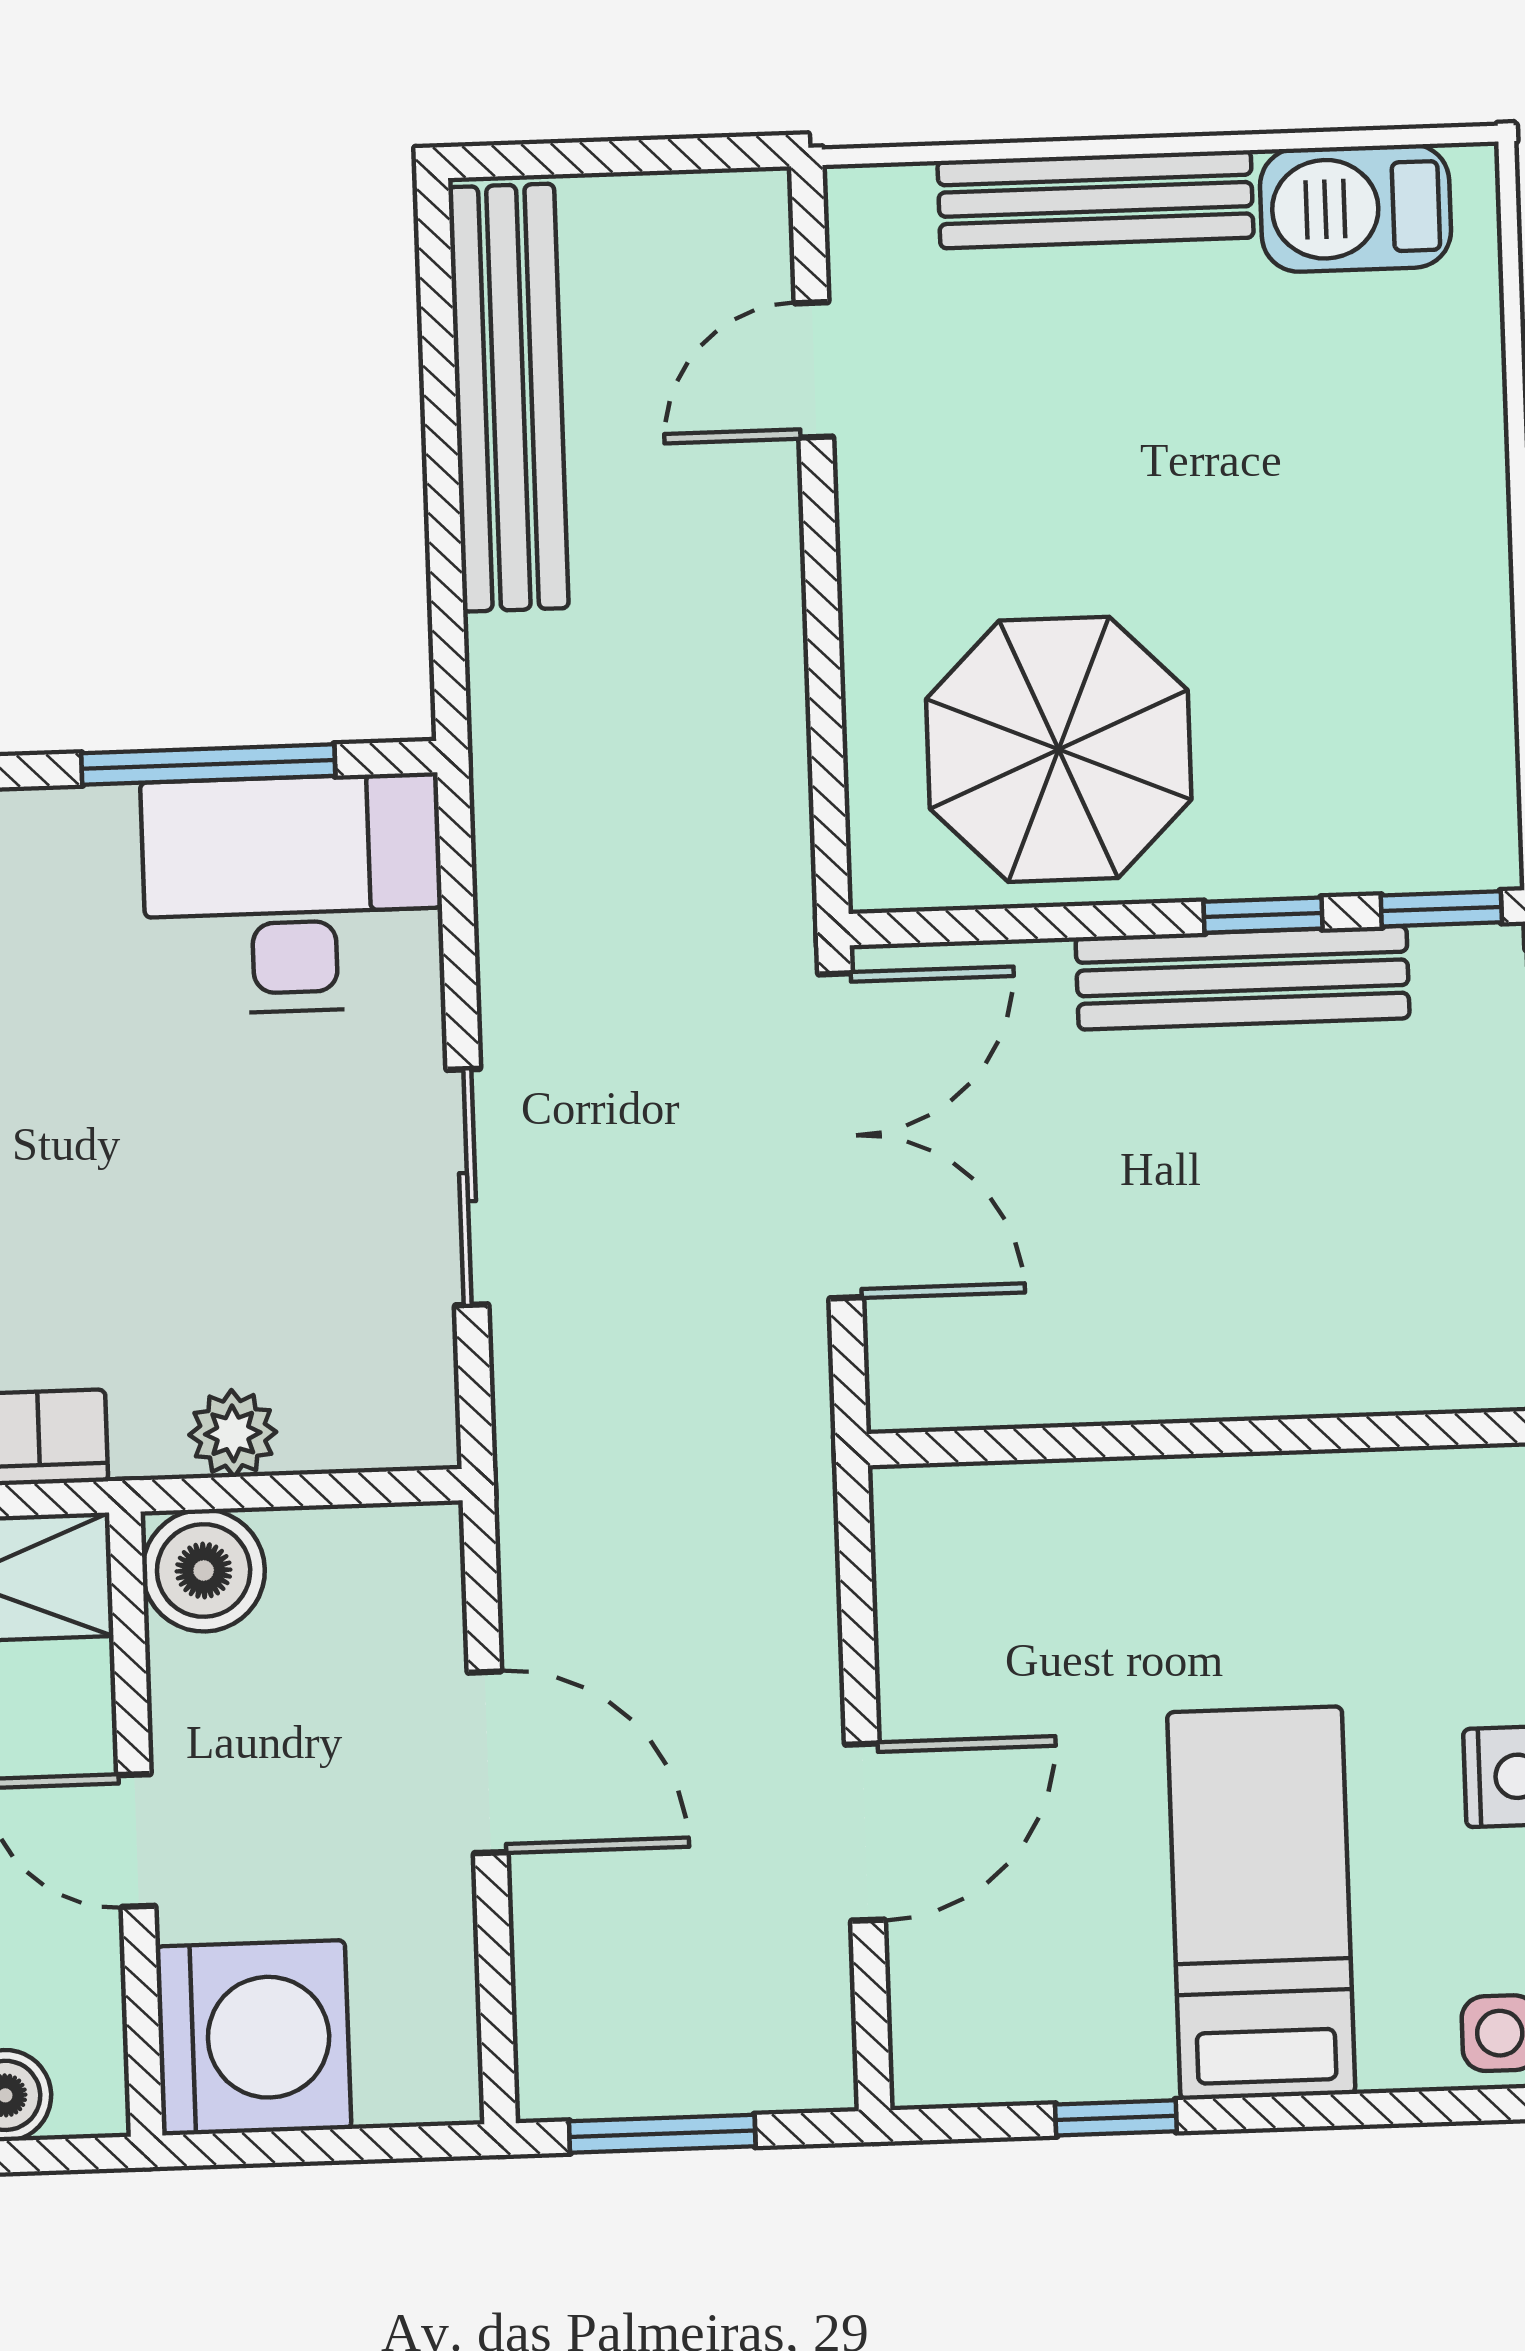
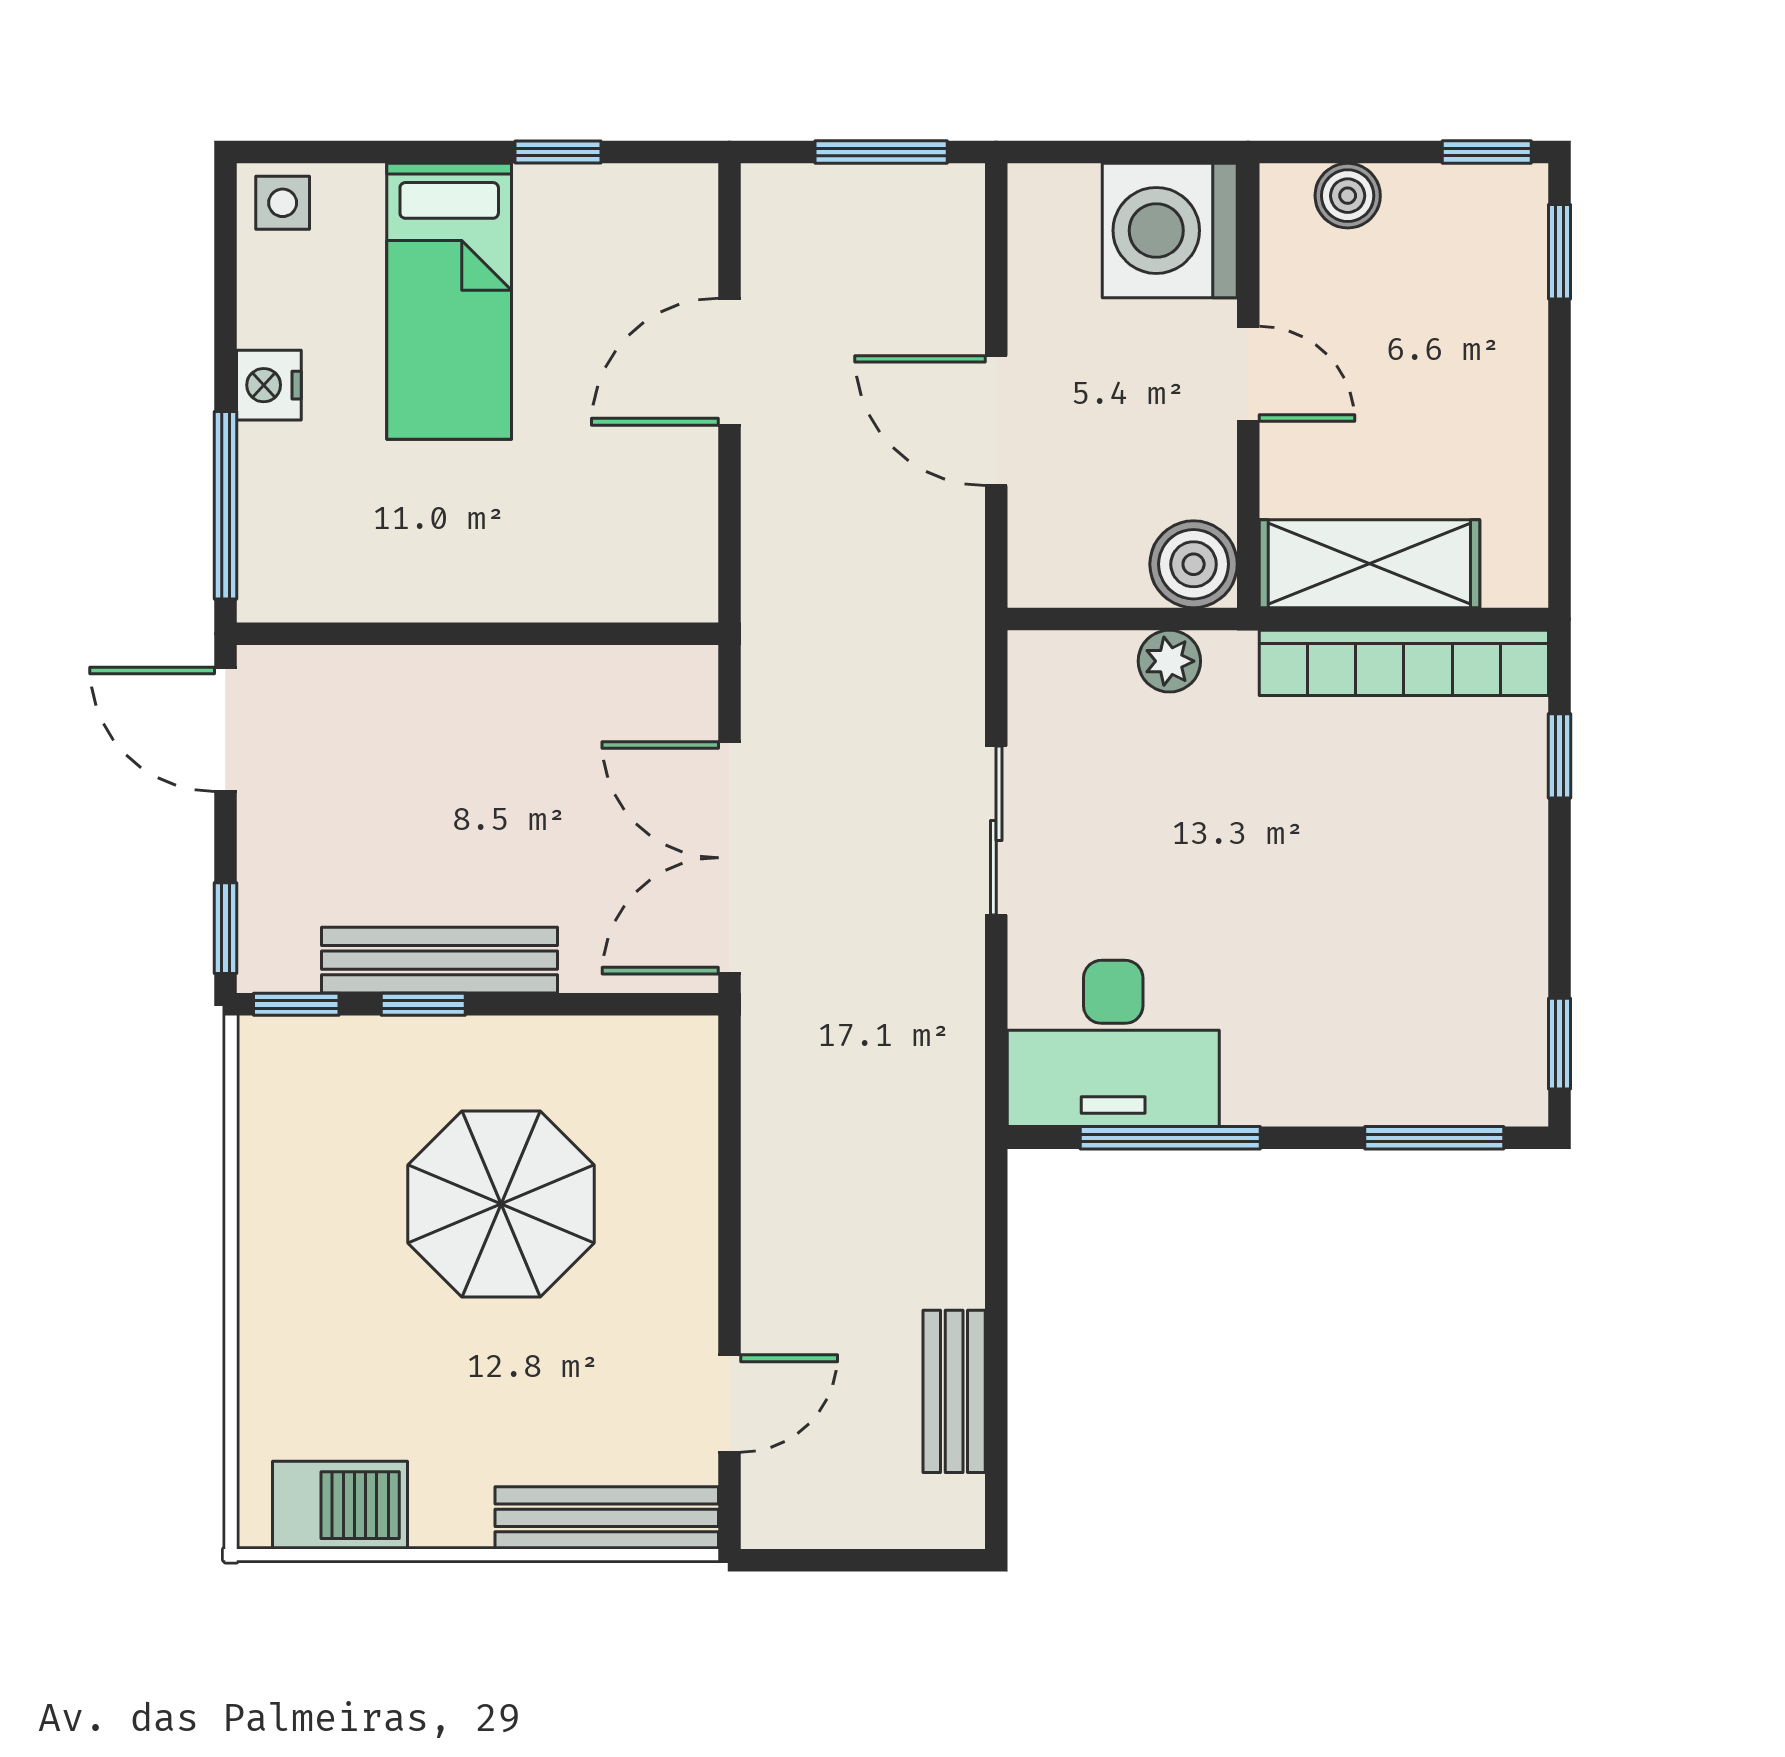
bench: (1096, 199) -> (607, 1518), moved
bench: (508, 398) -> (954, 1391), width x0.54, depth x0.82
parasol: (1059, 749) -> (501, 1204), moved

